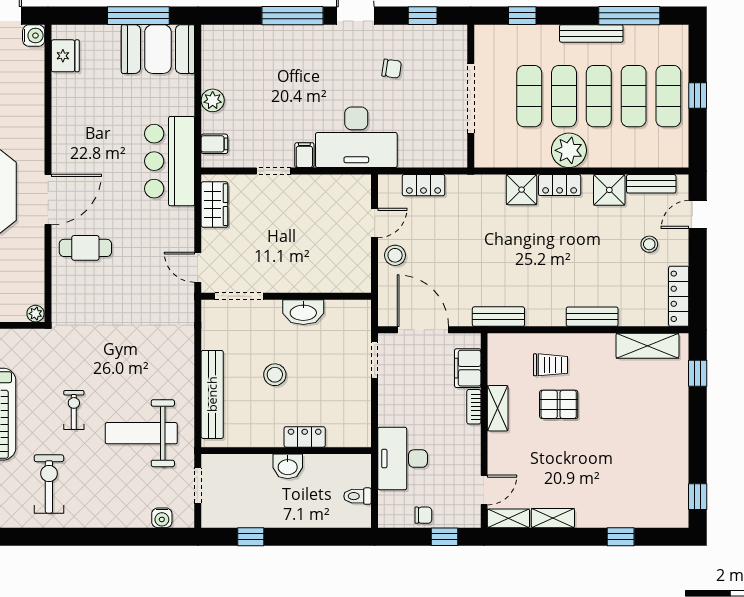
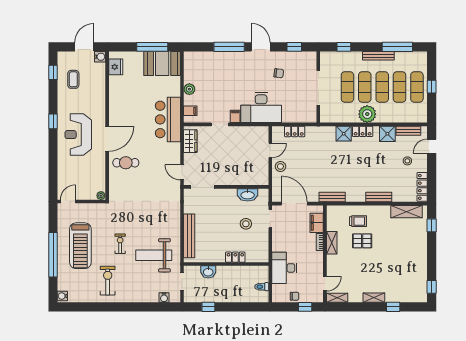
washbasin: (303, 312) -> (248, 195), moved
stool: (275, 375) -> (246, 224), moved
washbasin: (288, 466) -> (208, 272), moved
shelving: (553, 518) -> (374, 298), moved

